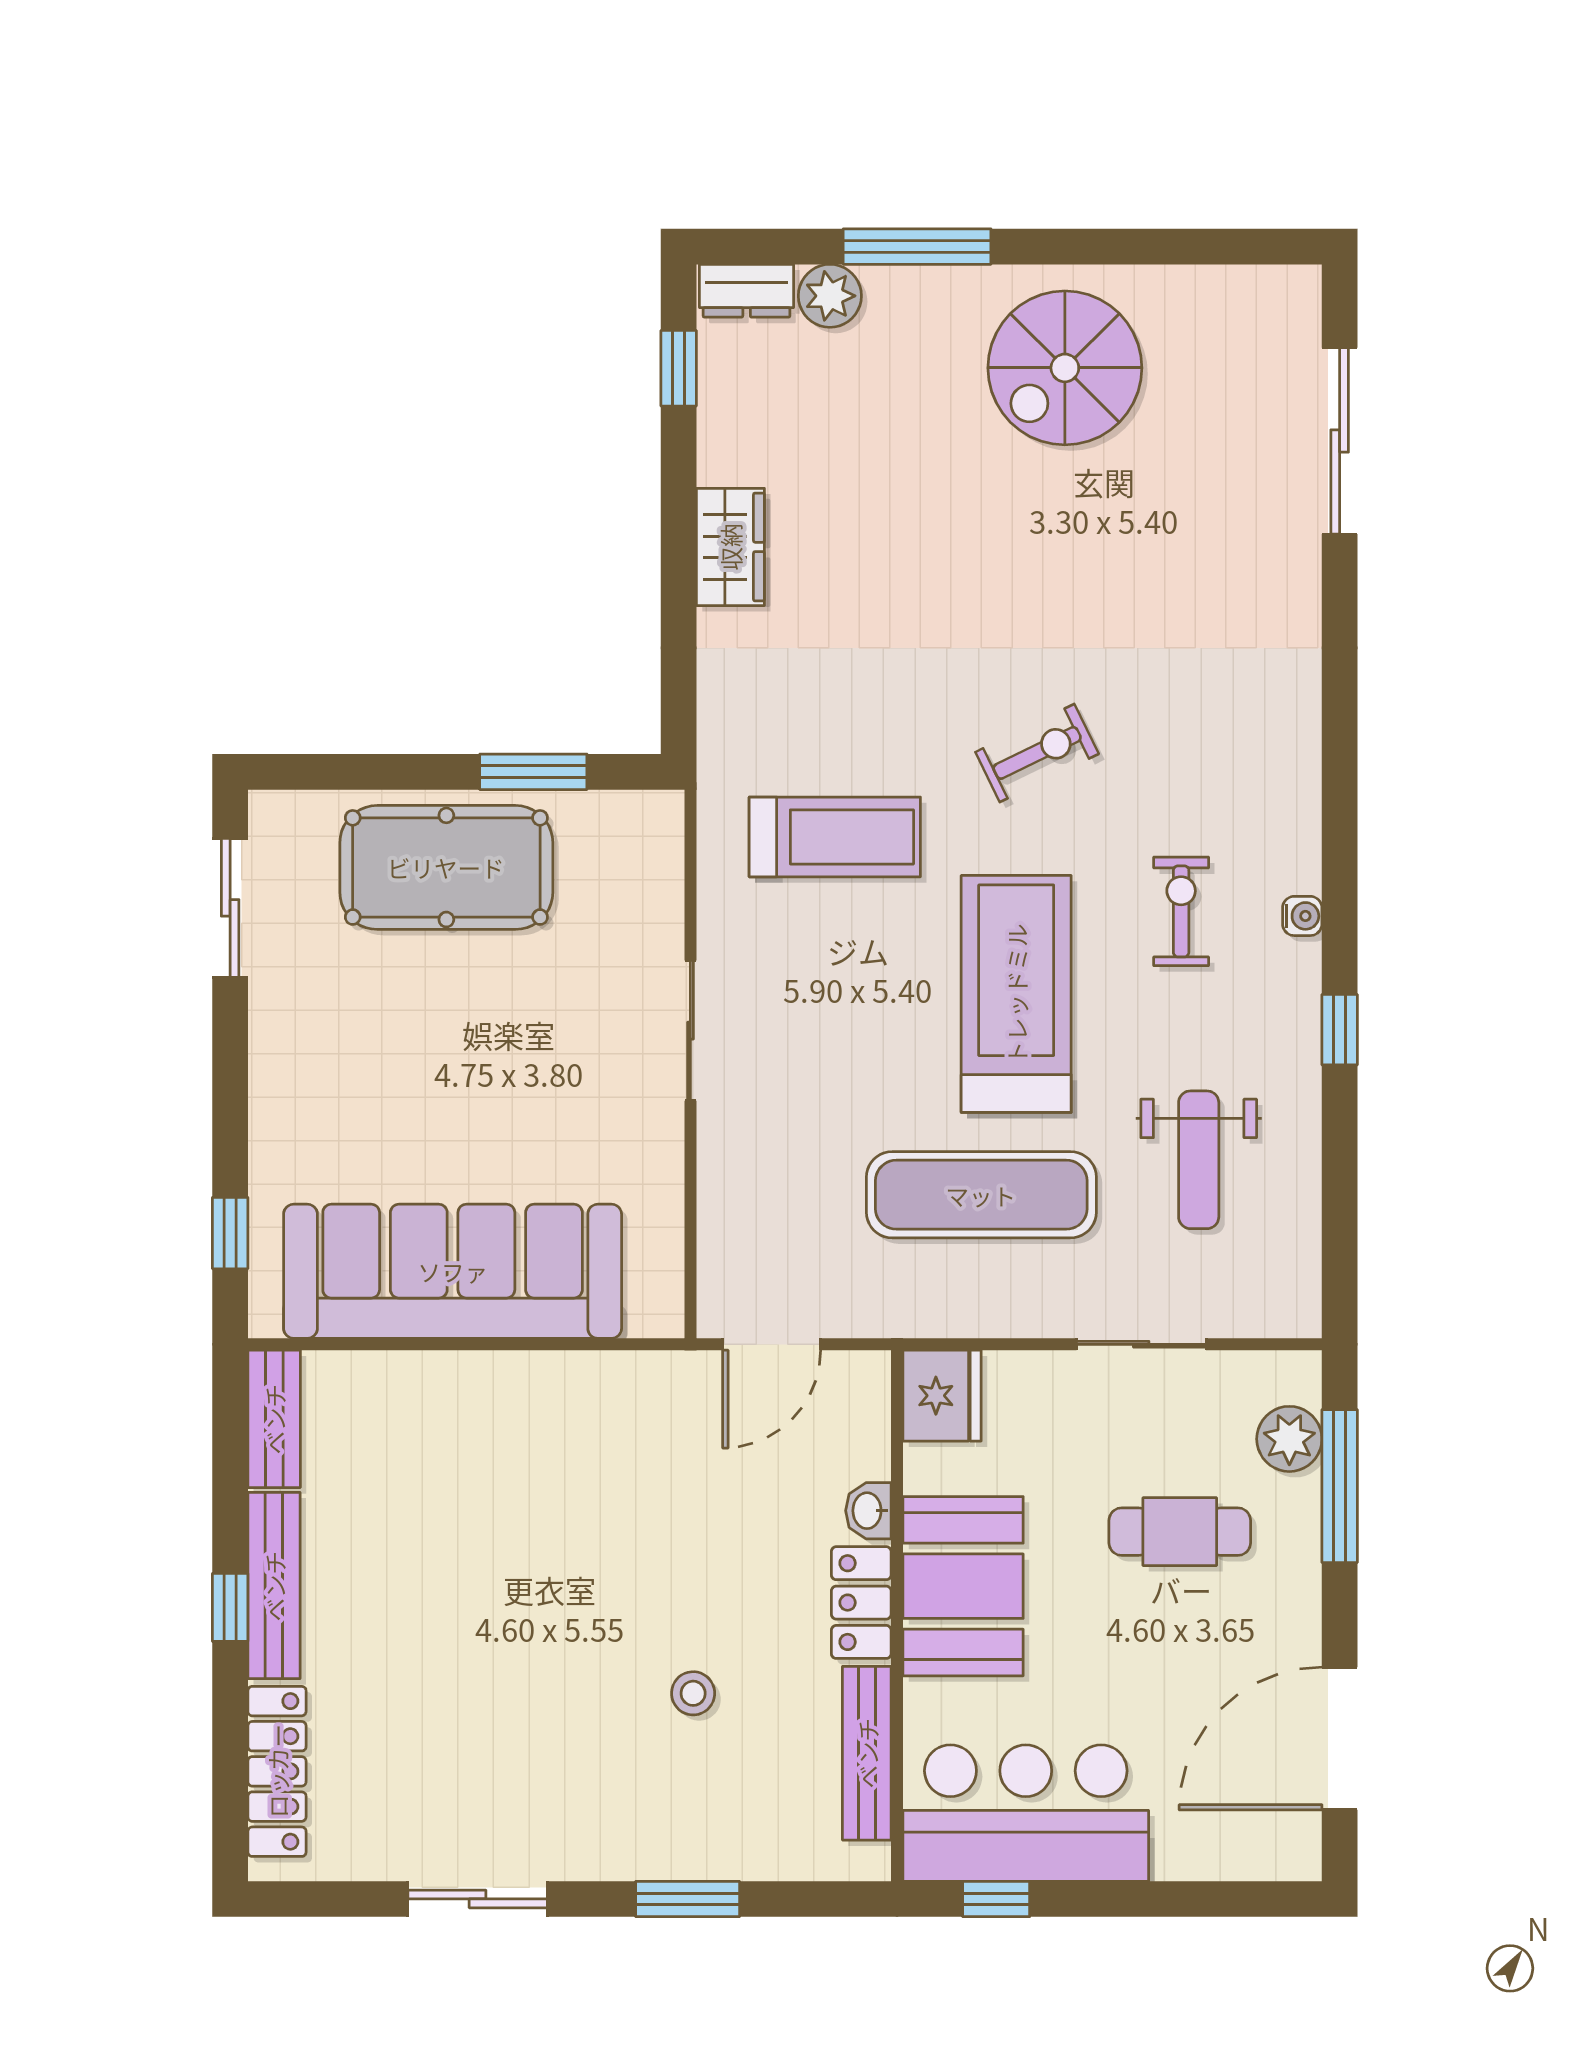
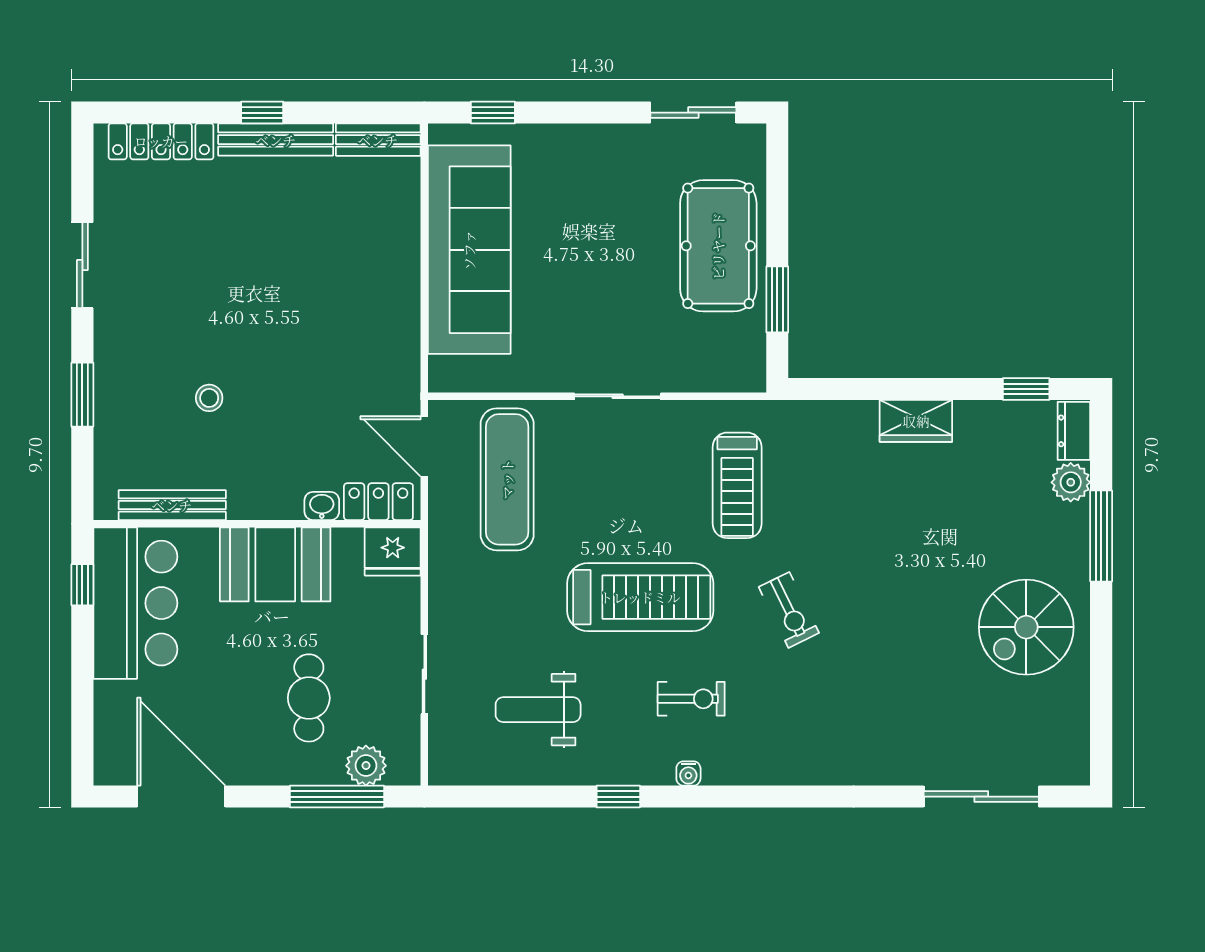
spiral stairs: (1065, 368) -> (1026, 627), turned -90
exercise mat: (981, 1195) -> (507, 479), moved
locker: (861, 1603) -> (378, 502), moved

